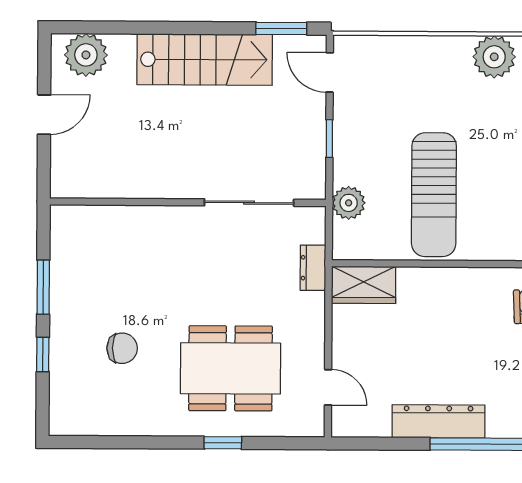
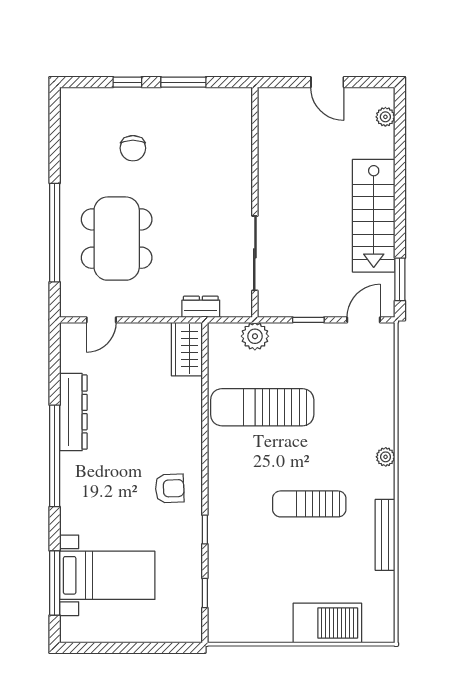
plant: (86, 55) -> (385, 117), width x0.53, depth x0.53
plant: (494, 57) -> (386, 457), width x0.53, depth x0.53
window: (223, 443) -> (55, 233), width x3.17

